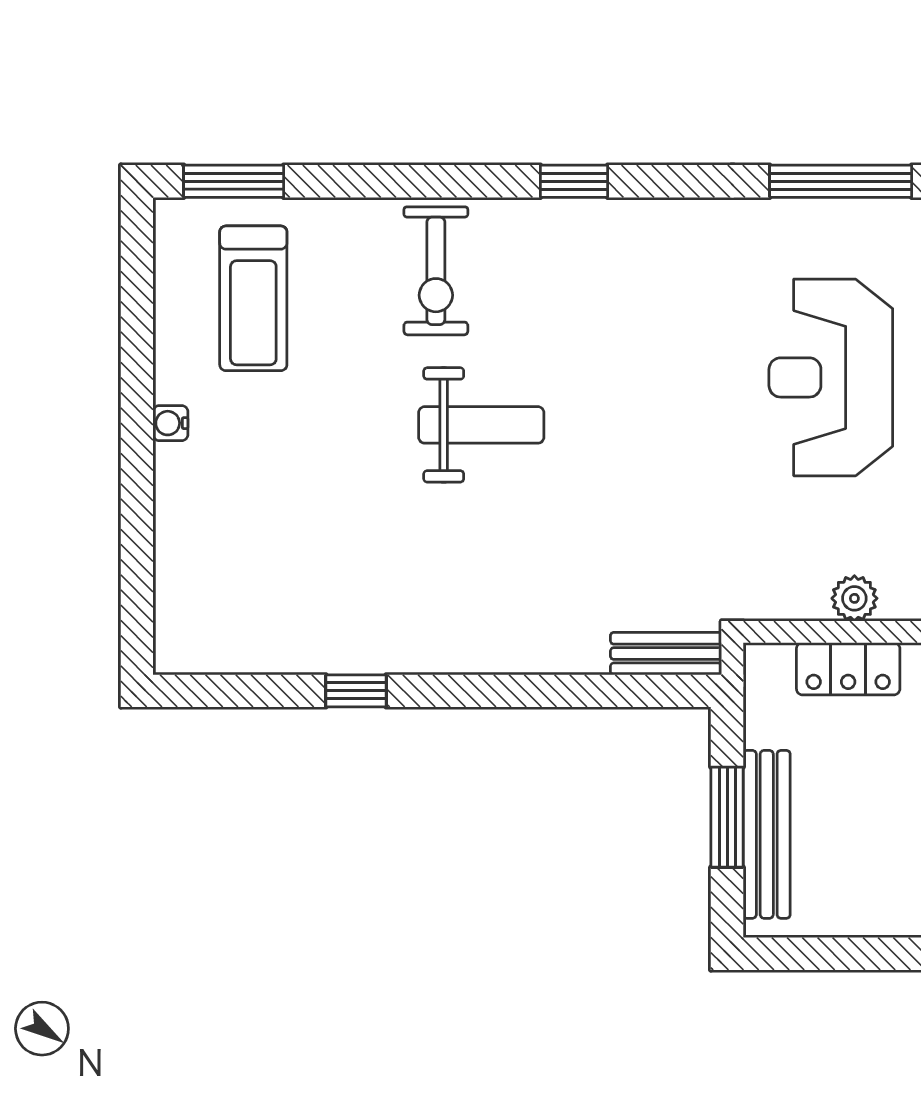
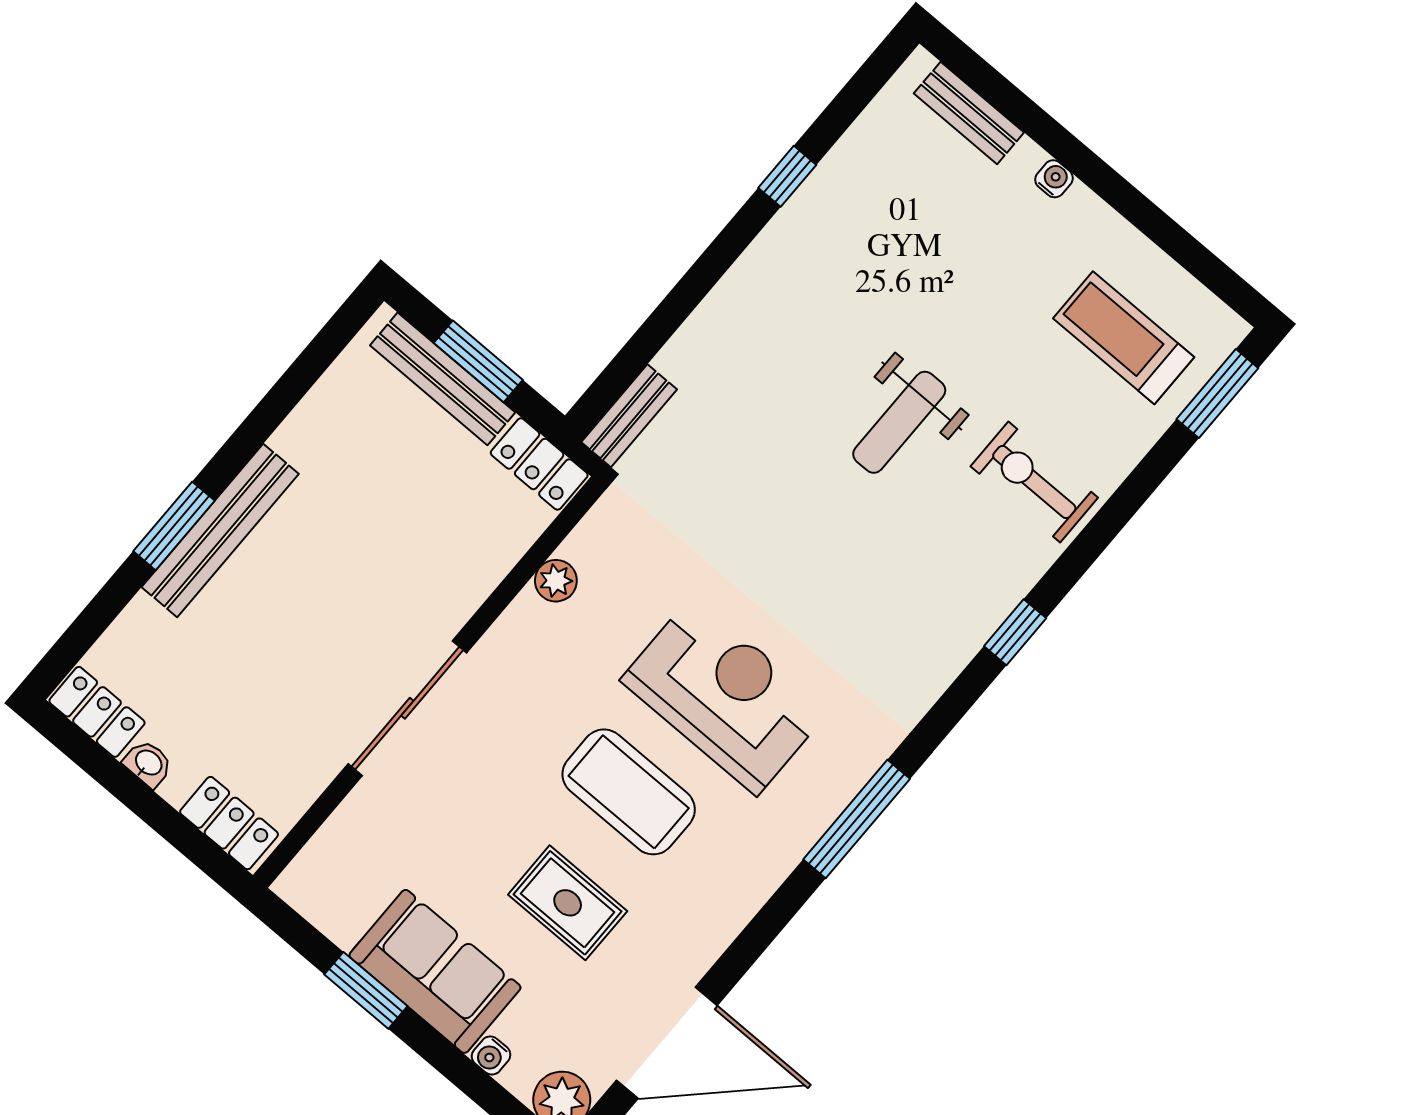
water cooler: (170, 423) -> (1054, 179), moved
bench: (176, 585) -> (969, 113), added
locker: (848, 669) -> (539, 464), moved, turned -90

